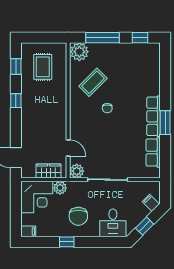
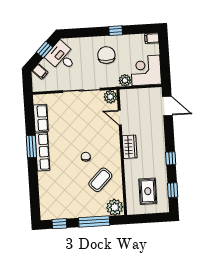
wardrobe: (48, 171) -> (130, 147), moved, turned -90
desk: (113, 223) -> (62, 57), moved, turned -45

